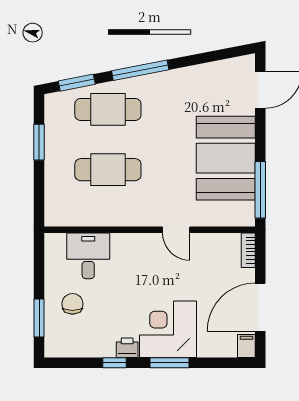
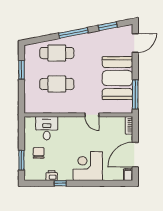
window: (77, 83) -> (108, 26), moved
printer: (127, 348) -> (52, 176), moved
window: (169, 363) -> (88, 183), removed

